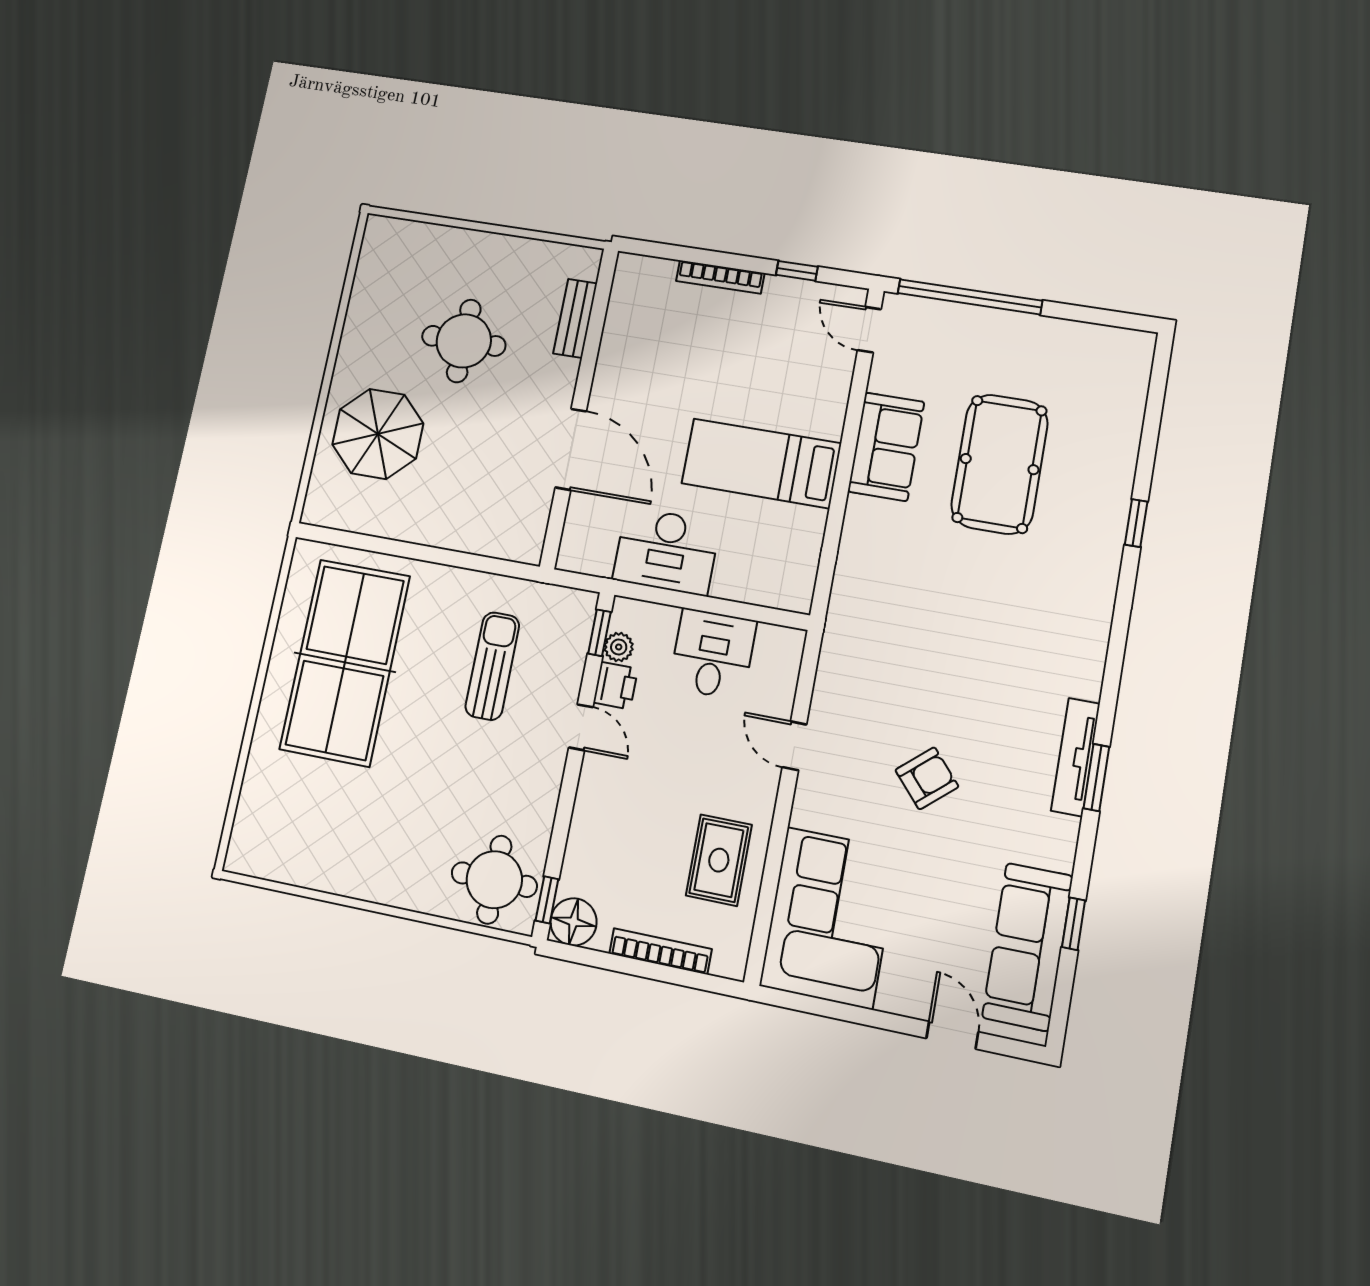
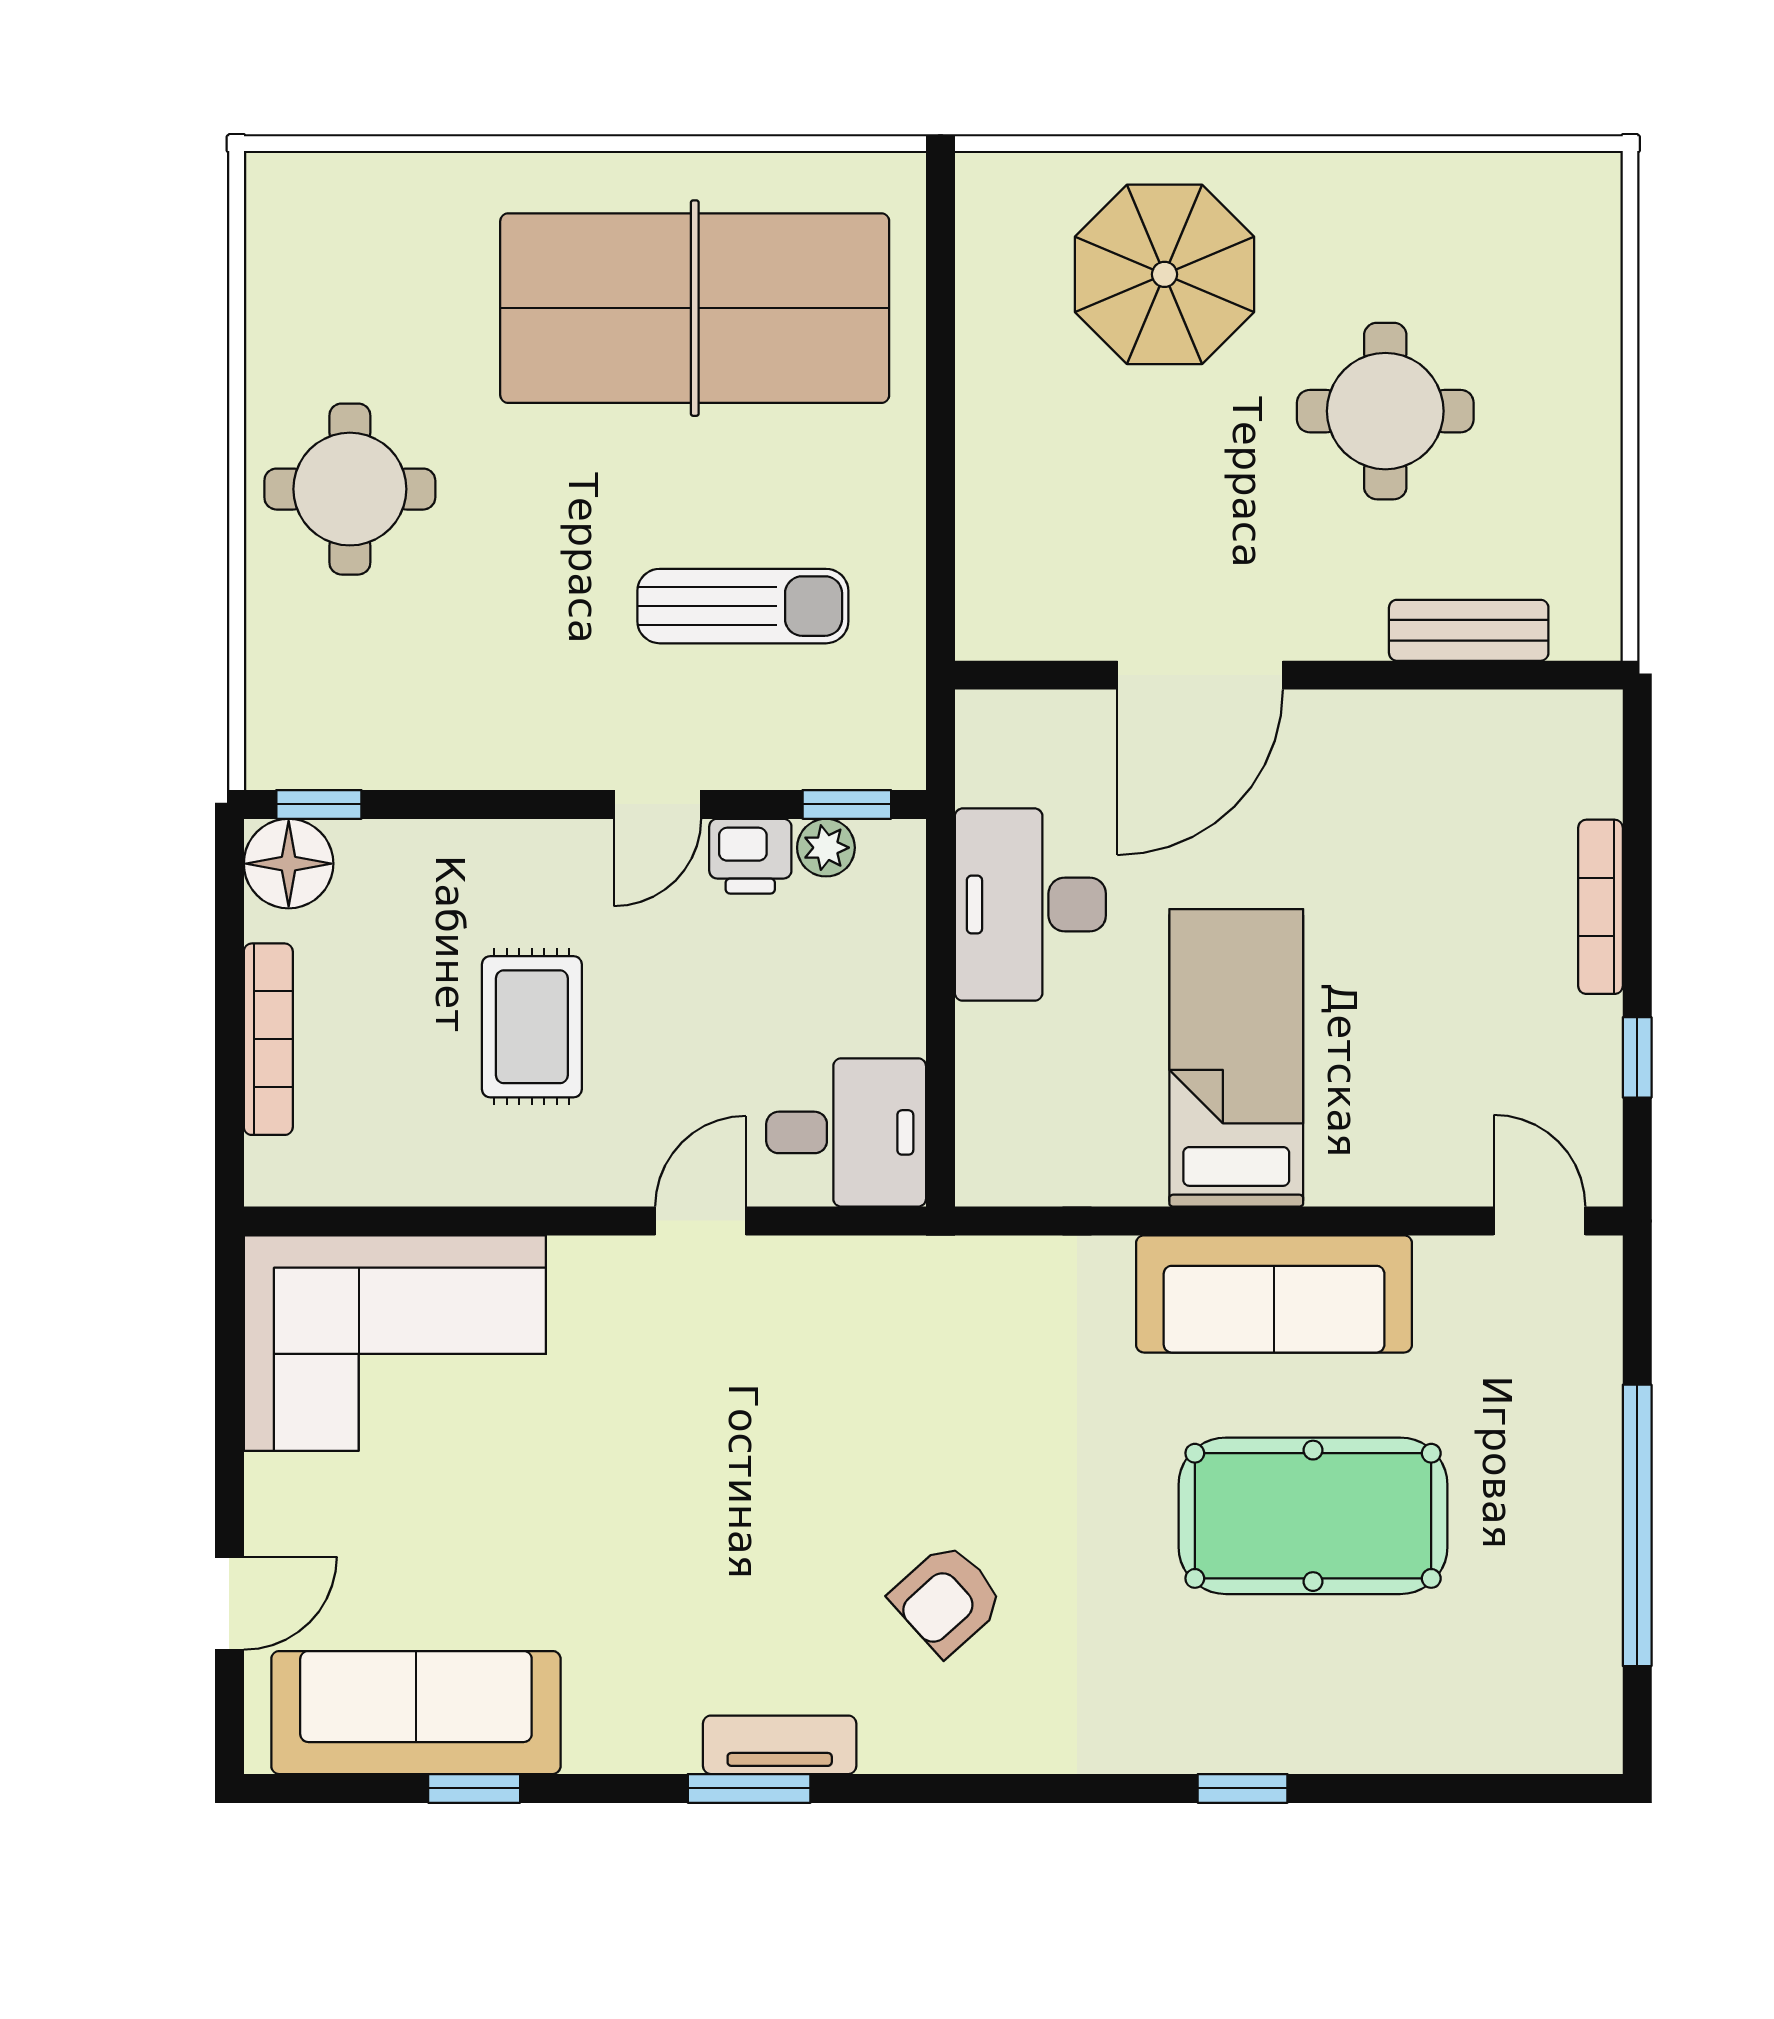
window: (970, 297) -> (1637, 1525), moved
door: (869, 330) -> (1539, 1221), hinge flipped
sofa: (886, 447) -> (1274, 1294), width x1.36
desk: (713, 654) -> (846, 1132), moved
tv unit: (1076, 757) -> (780, 1745), width x0.71
armchair: (927, 778) -> (947, 1599), moved, turned 89
rug: (719, 860) -> (532, 1027), moved, turned 90
round table: (494, 880) -> (350, 489), moved

